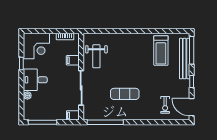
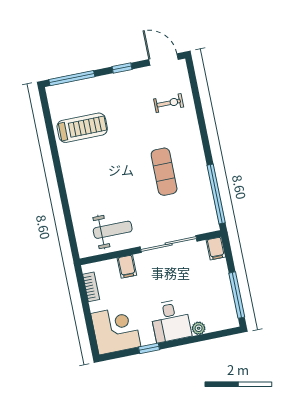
bench: (185, 59) -> (87, 87), removed
door: (192, 107) -> (164, 60), swing flipped

